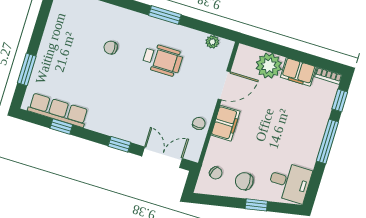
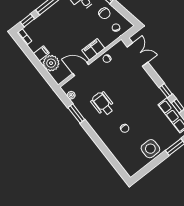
window: (165, 15) -> (76, 114), moved
side table: (58, 44) -> (150, 149), added
filing cabinet: (298, 72) -> (41, 53), width x0.50
window: (119, 144) -> (166, 91), moved
double door: (162, 157) -> (138, 55), swing flipped

